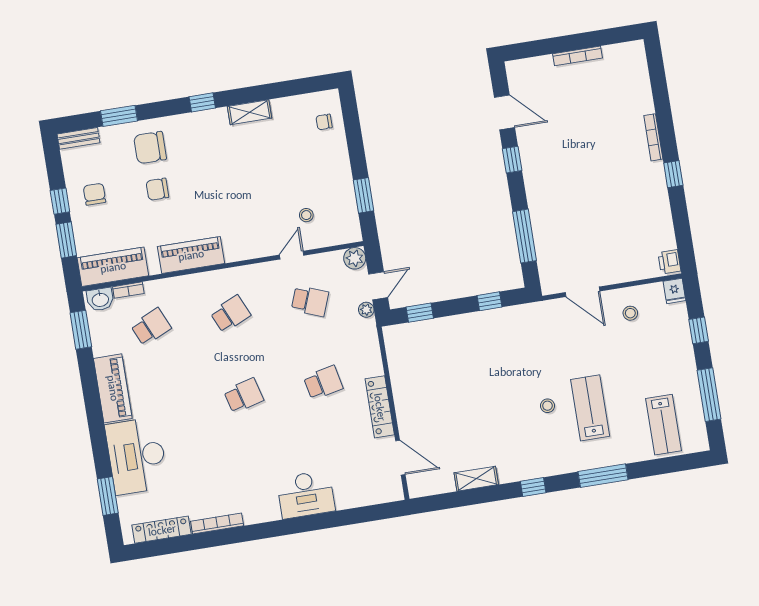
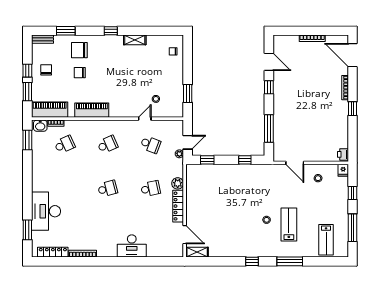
door: (657, 75) -> (352, 55), added
plant: (355, 258) -> (178, 183), moved
piano: (113, 388) -> (39, 174), removed
shelving: (476, 479) -> (197, 252), moved

